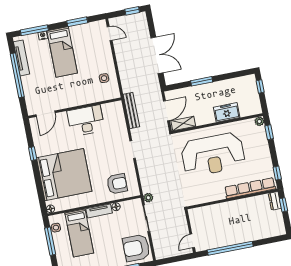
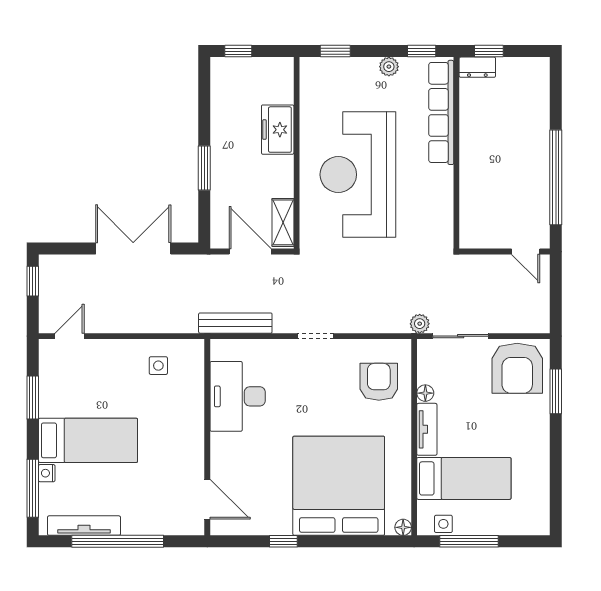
desk: (86, 121) -> (238, 396), moved
plant: (259, 121) -> (389, 67), moved
reception desk: (213, 154) -> (358, 175), turned 180

